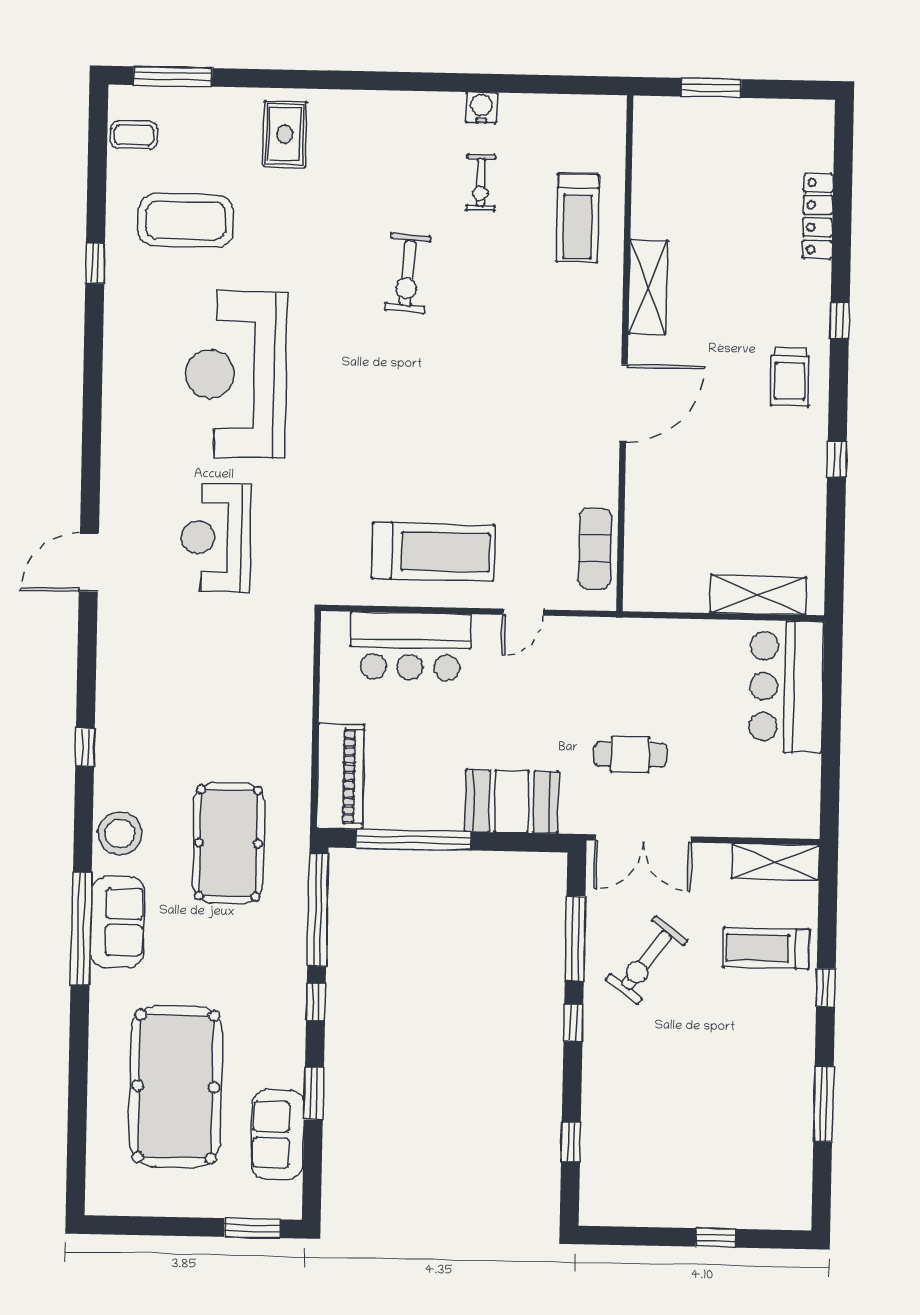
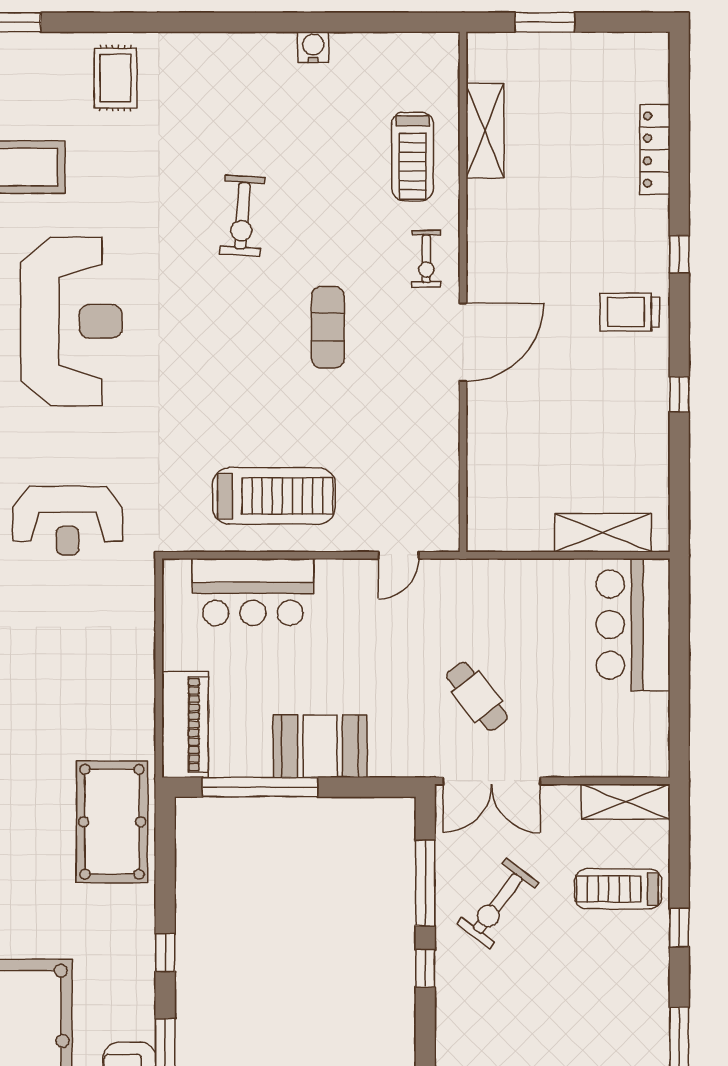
exercise bike: (481, 182) -> (426, 259), moved
shelving: (648, 287) -> (485, 131), moved
reception desk: (236, 374) -> (71, 321), turned 180
trolley: (790, 377) -> (630, 312), turned 90
reception desk: (216, 538) -> (68, 521), moved, turned -90
exercise mat: (595, 549) -> (328, 327), moved
door: (523, 612) -> (398, 555), moved
cafe table: (630, 754) -> (477, 696), turned 52
booth: (512, 801) -> (320, 746), moved
pool table: (228, 843) -> (112, 822), moved
window: (318, 910) -> (165, 860), removed

